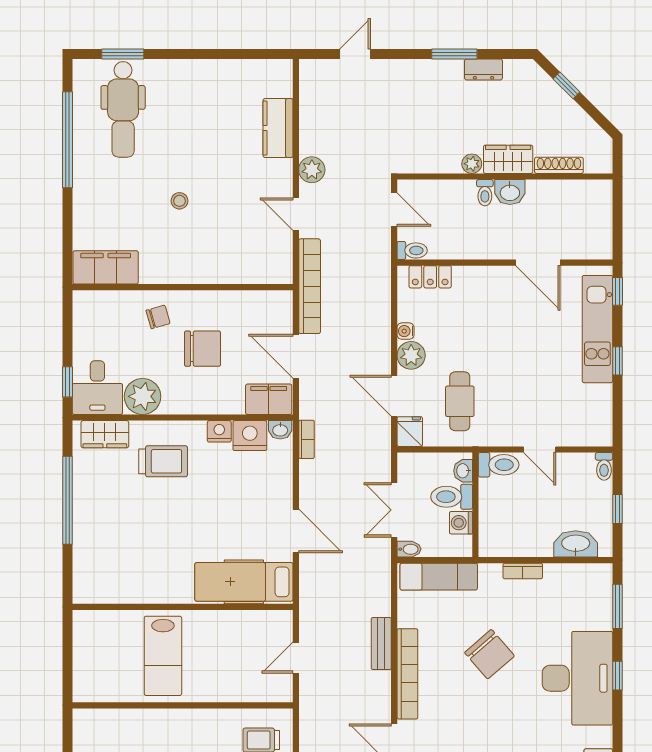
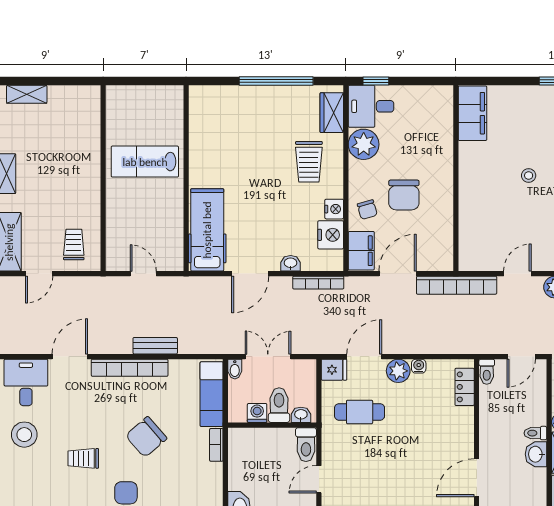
chair: (158, 317) -> (367, 210), moved
washbasin: (280, 430) -> (291, 263), moved, turned 90
bookcase: (306, 439) -> (318, 283), width x1.56
bookcase: (523, 571) -> (216, 445), moved
trolley: (515, 729) -> (83, 458), added

